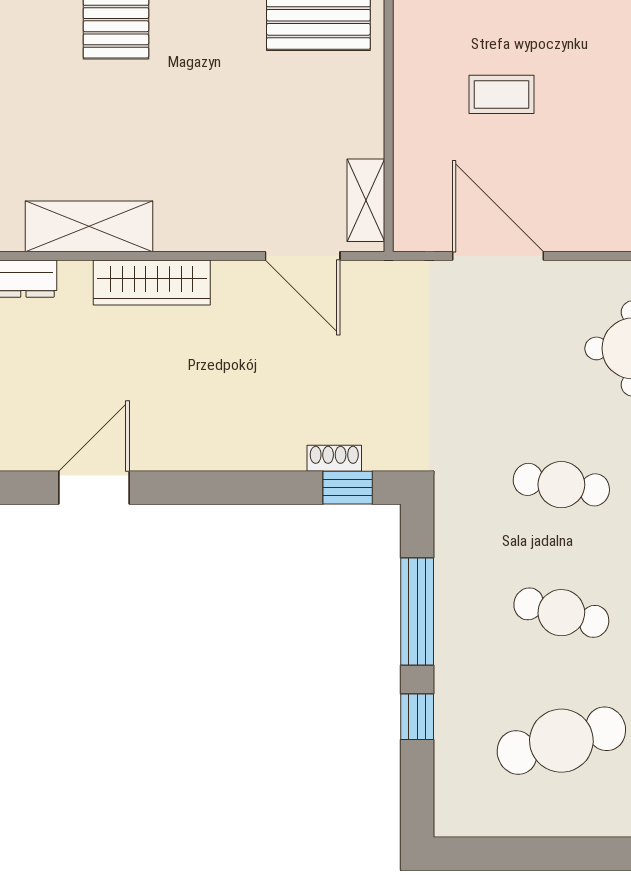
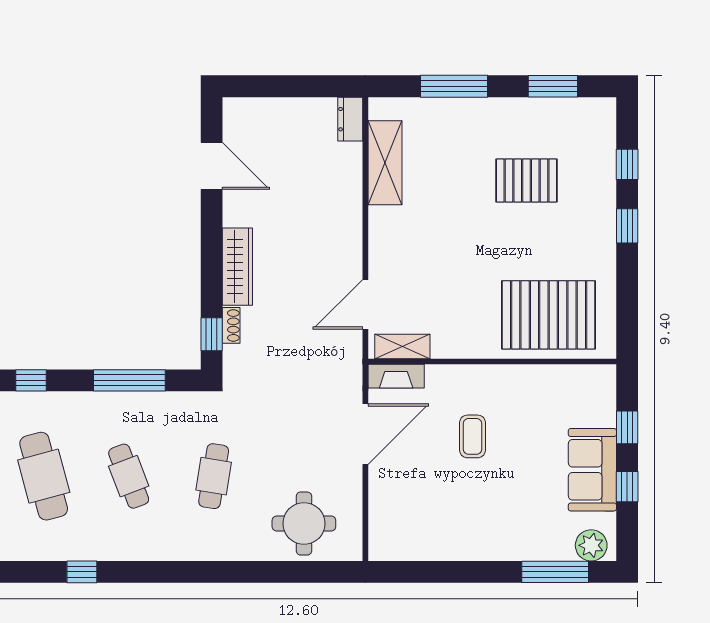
fireplace: (411, 210) -> (396, 376), added
wardrobe: (152, 283) -> (237, 267), moved, turned 180
cafe table: (561, 613) -> (129, 476), turned -36
window: (417, 717) -> (31, 380), moved

